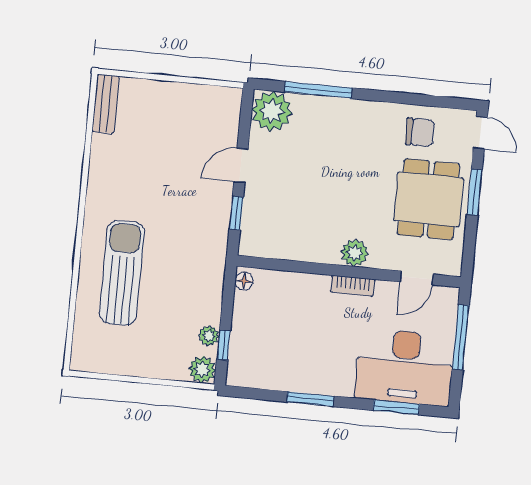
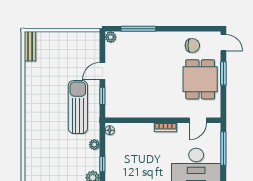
plant: (272, 111) -> (111, 37), width x0.53, depth x0.53
plant: (355, 253) -> (165, 110), removed
sun lounger: (122, 273) -> (78, 107), moved
plant: (209, 336) -> (94, 145), moved

